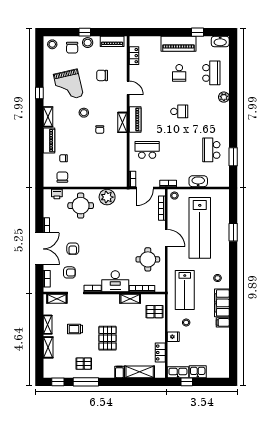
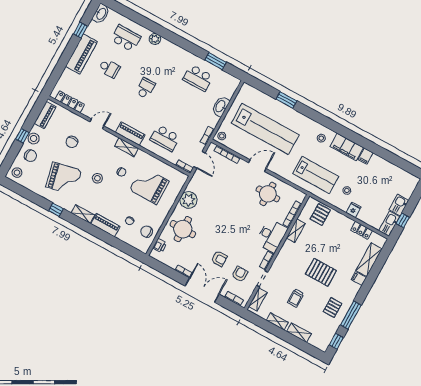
locker: (134, 56) -> (70, 102), width x1.53
school desk: (147, 150) -> (165, 138), turned -90
grand piano: (101, 158) -> (149, 185), added

